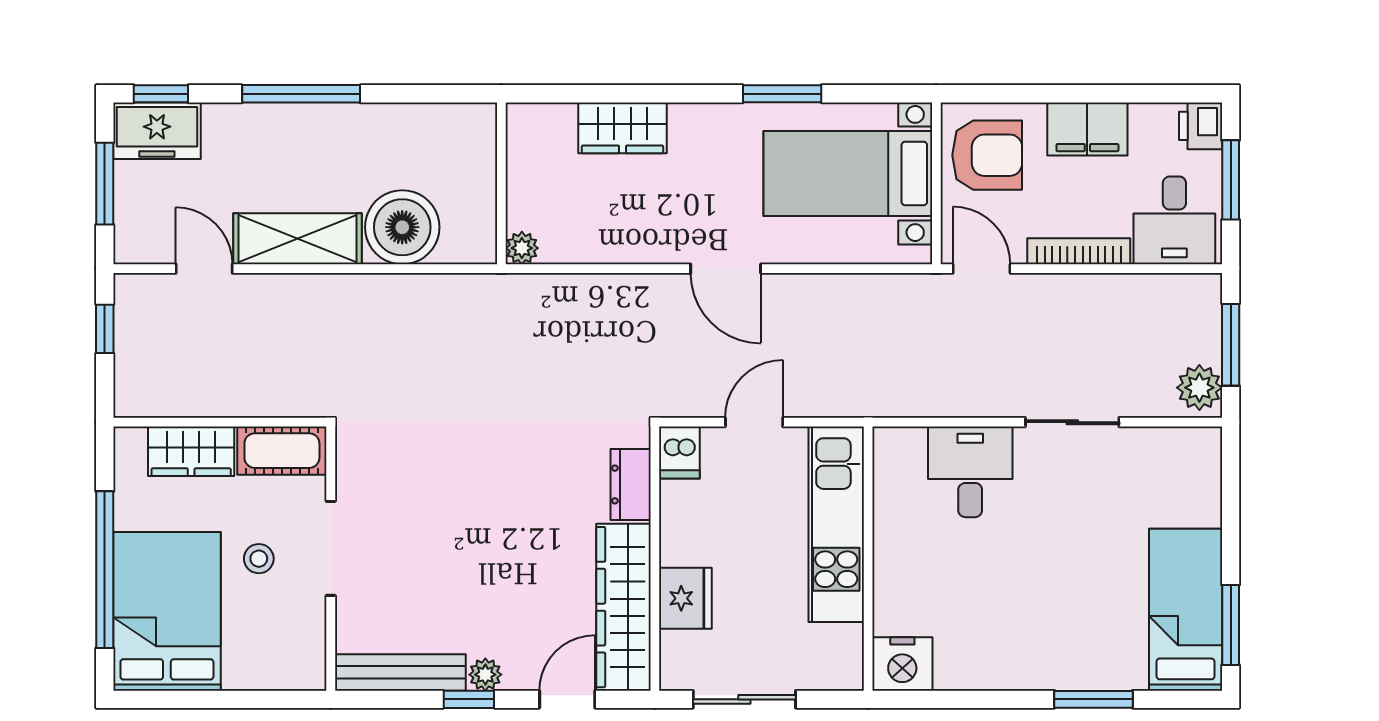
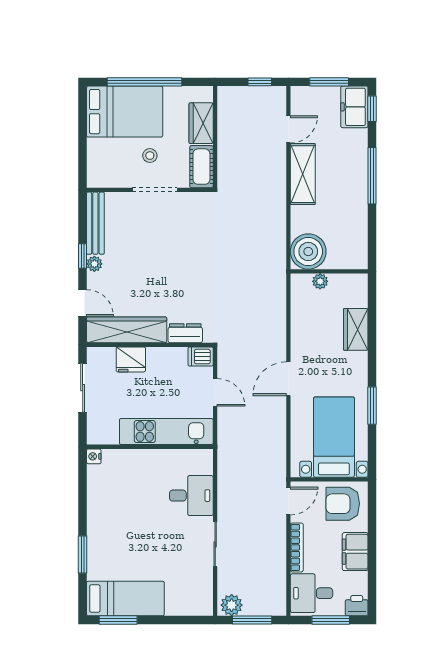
armchair: (987, 155) -> (343, 504), turned 90
boiler: (402, 227) -> (308, 252), moved
plant: (522, 248) -> (320, 281), moved
nightstand: (902, 664) -> (94, 456), width x0.53, depth x0.56

